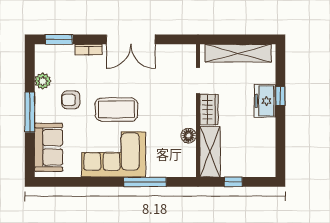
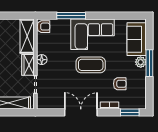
plant: (43, 81) -> (141, 62), moved
armchair: (71, 100) -> (120, 84), moved
floor lamp: (189, 136) -> (42, 60), moved
armchair: (186, 166) -> (44, 27), added
window: (233, 182) -> (11, 16), removed

